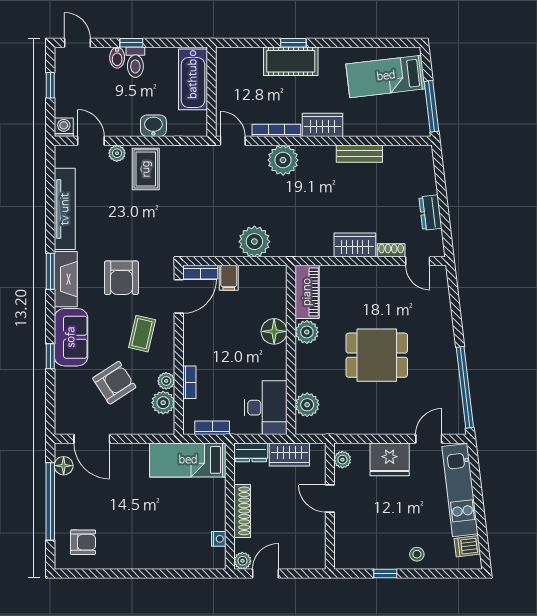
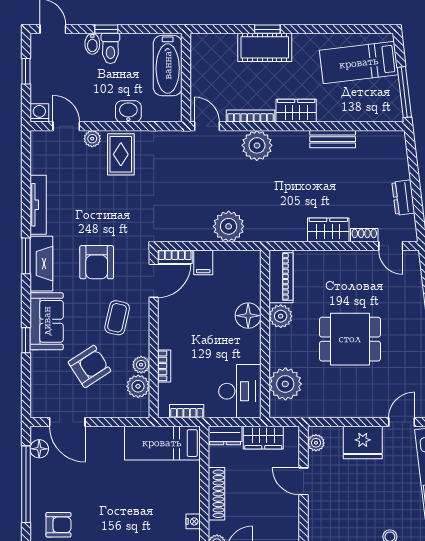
tv unit: (65, 209) -> (38, 205), width x0.73, depth x0.78
plant: (307, 405) -> (285, 384), width x1.36, depth x1.36

